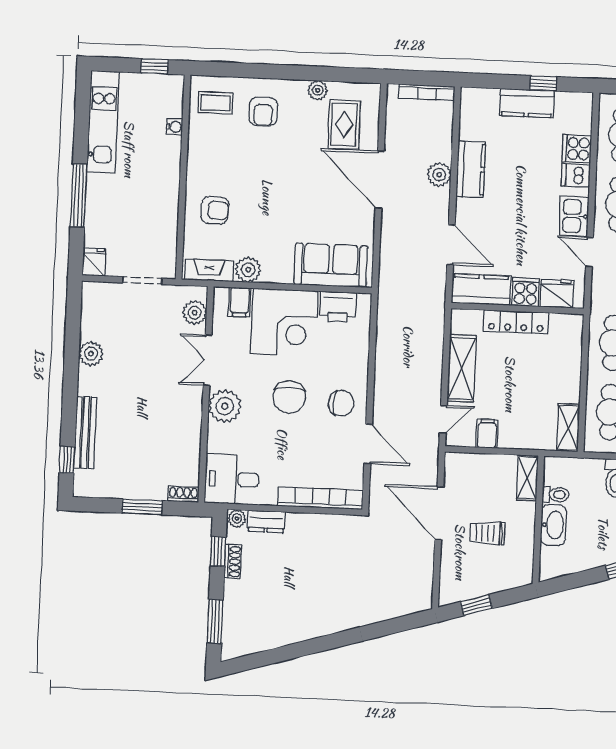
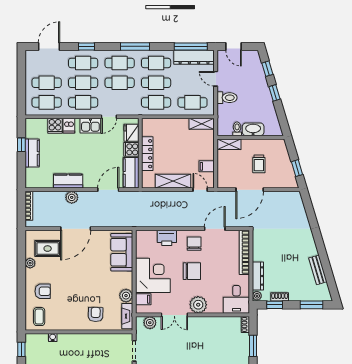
printer: (338, 307) -> (167, 238), moved, turned 90
dresser: (266, 521) -> (258, 276), width x1.44
bench: (281, 636) -> (318, 270), added

